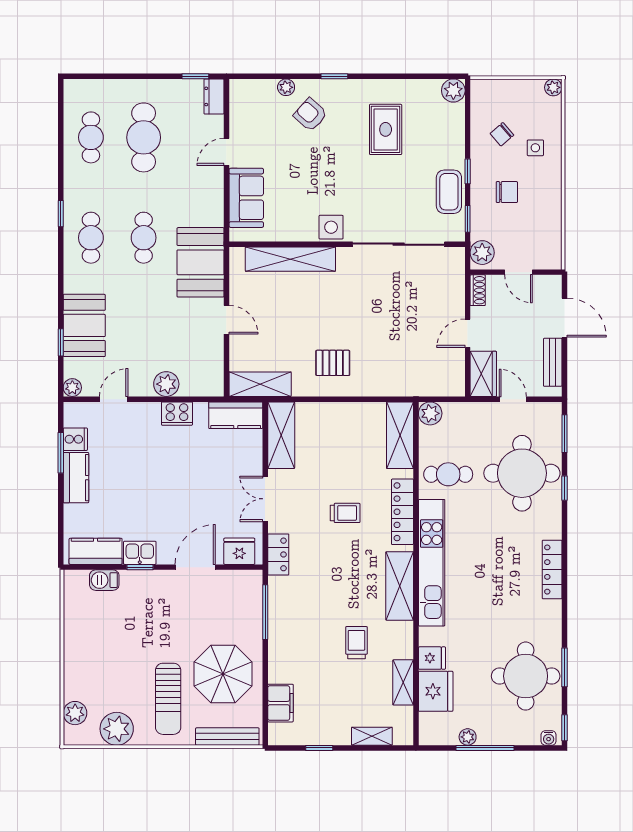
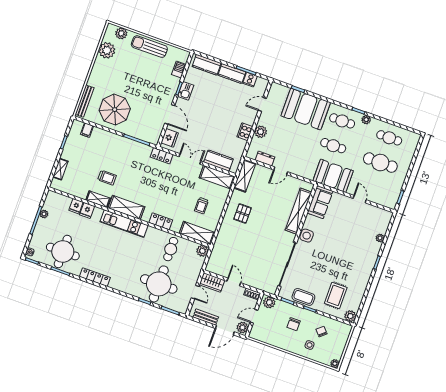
dresser: (214, 96) -> (265, 159), moved
armchair: (310, 115) -> (363, 245), removed
rug: (386, 129) -> (336, 295), moved, turned 90
sofa: (246, 198) -> (320, 202), moved, turned -90
booth: (201, 262) -> (333, 176), moved
plant: (548, 286) -> (242, 328), added
booth: (84, 325) -> (306, 109), width x1.36, depth x1.42
plant: (72, 388) -> (366, 120), moved
door: (114, 399) -> (262, 104), swing flipped
door: (513, 399) -> (195, 292), hinge flipped
kitchen counter: (236, 415) -> (219, 161), moved, turned 90
locker: (402, 512) -> (161, 221), width x0.66
trolley: (345, 513) -> (202, 206), moved
kitchen counter: (96, 551) -> (207, 65), moved, turned 90
kitchen unit: (432, 563) -> (124, 224), width x0.73
locker: (552, 570) -> (95, 277), moved
shelving: (403, 682) -> (98, 199), moved
fridge: (436, 691) -> (76, 206), width x0.53, depth x0.75
sun lounger: (168, 699) -> (149, 47), moved
filing cabinet: (280, 703) -> (87, 130), width x0.50

